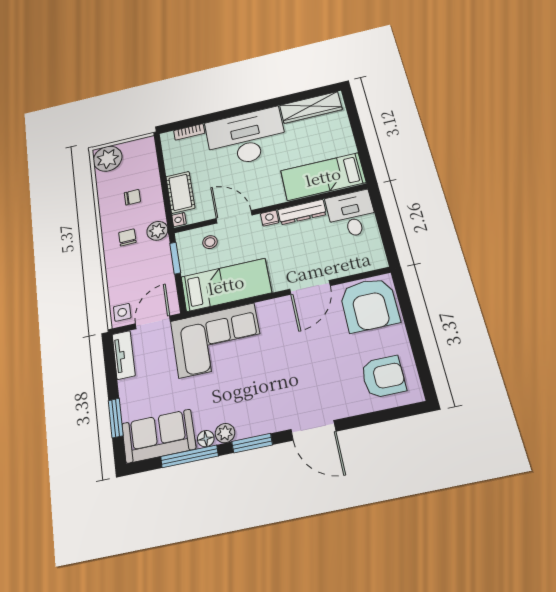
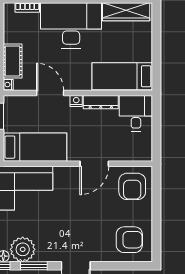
stool: (210, 242) -> (29, 110), removed
armchair: (369, 305) -> (132, 186), width x0.73, depth x0.73
plant: (225, 433) -> (23, 249), width x1.88, depth x1.88

